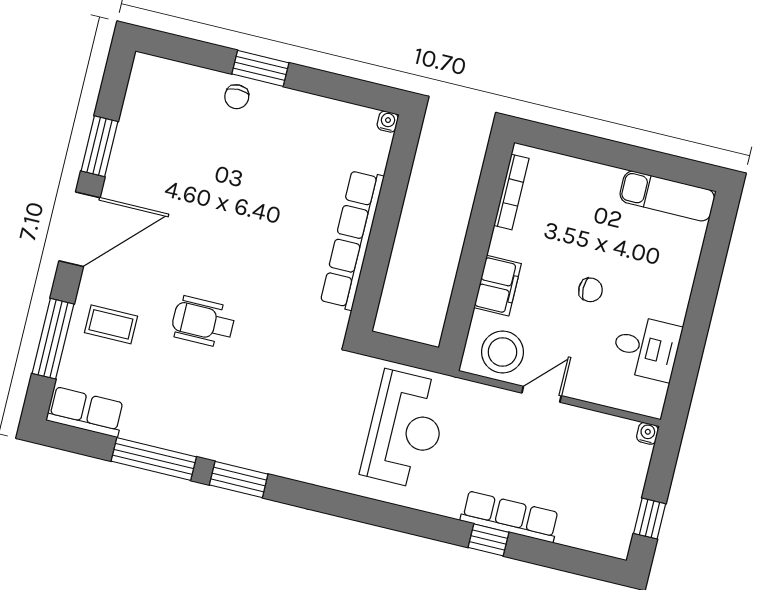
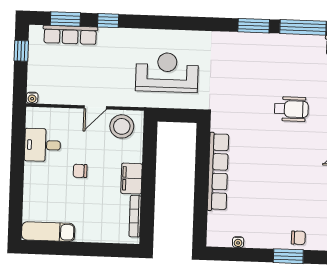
chair: (237, 97) -> (298, 238), turned 90
water cooler: (388, 122) -> (238, 242), moved
filing cabinet: (498, 286) -> (131, 179), moved
reception desk: (405, 429) -> (167, 72), turned 90
row of seats: (510, 517) -> (70, 35), moved
window: (562, 558) -> (65, 19), added

